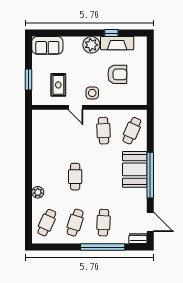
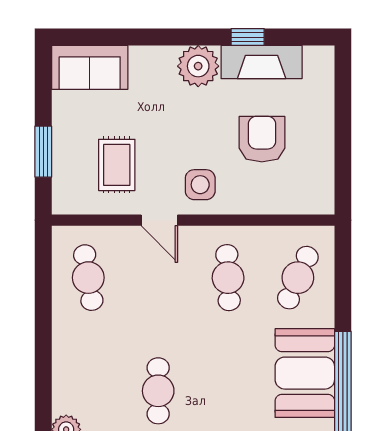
armchair: (117, 74) -> (262, 139), turned -90
cafe table: (47, 131) -> (88, 278), added

